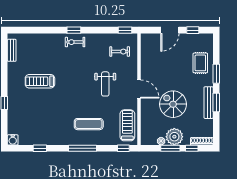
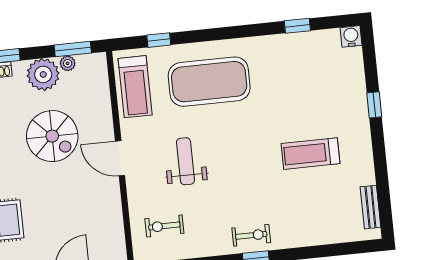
treadmill: (40, 81) -> (311, 154), turned 180
exercise mat: (89, 124) -> (209, 82), width x2.00, depth x1.45
window: (82, 148) -> (216, 34), removed
window: (123, 148) -> (159, 40), moved
window: (170, 148) -> (73, 49), moved

